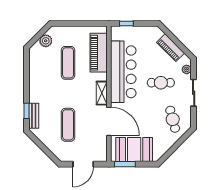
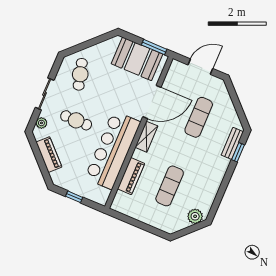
window: (126, 24) -> (74, 197), moved
plant: (46, 41) -> (195, 216), moved
piano: (99, 53) -> (131, 176), width x0.73, depth x0.75
door: (109, 121) -> (152, 102), swing flipped

